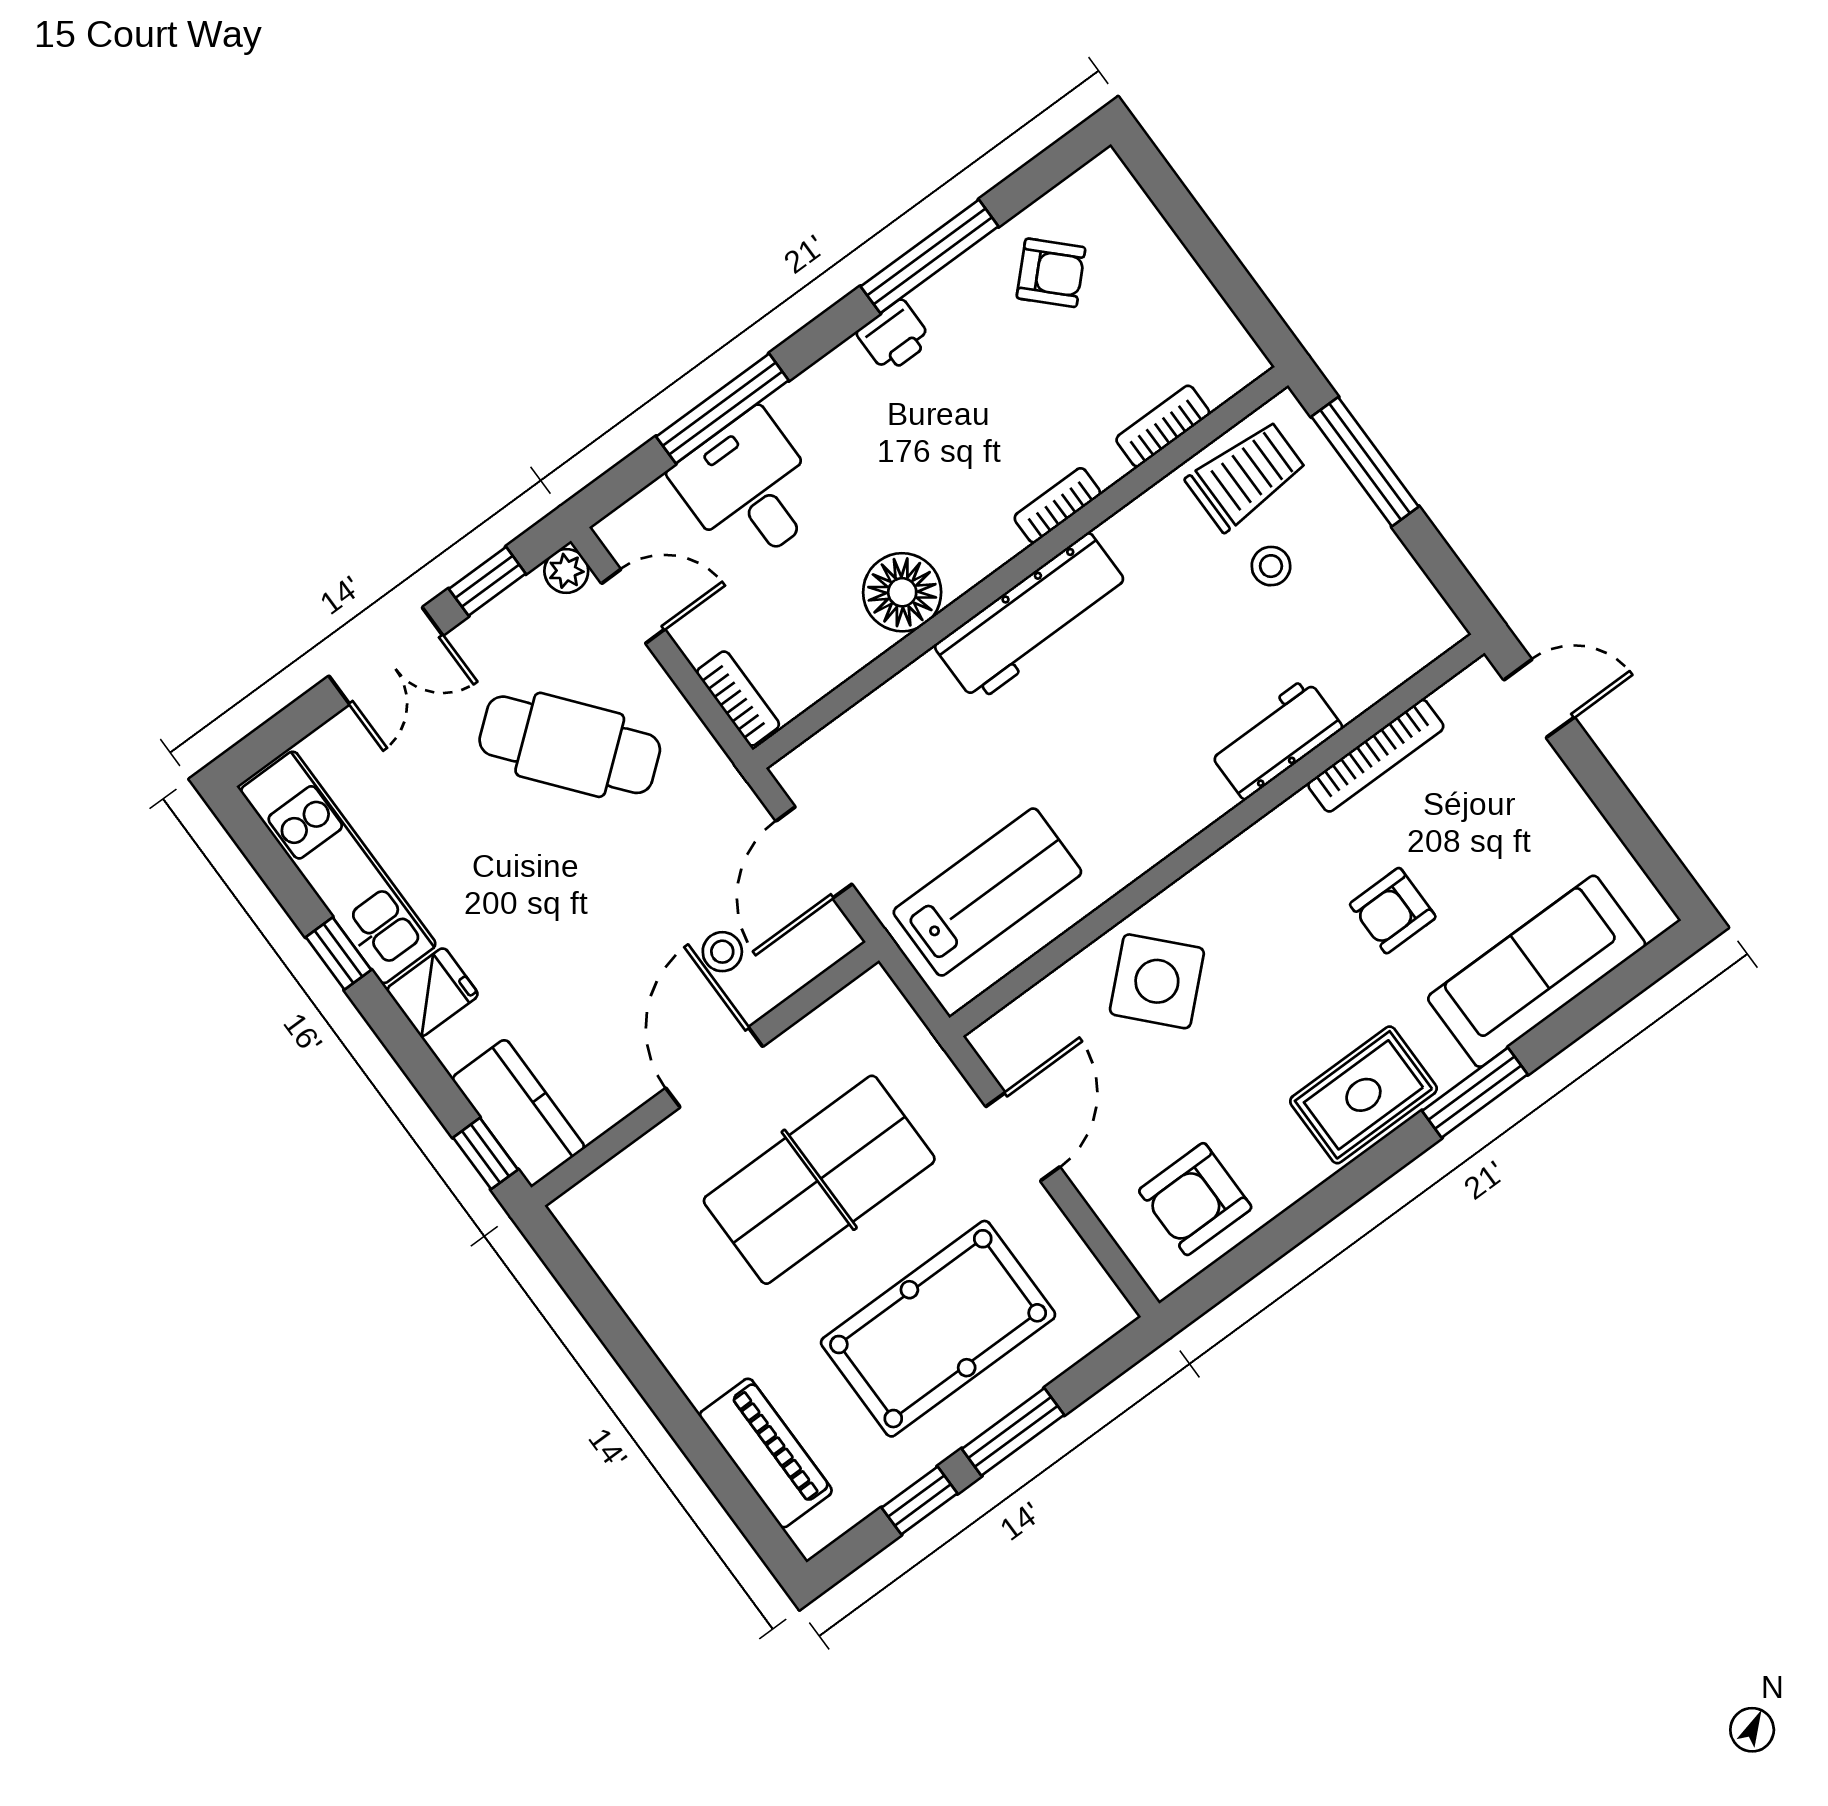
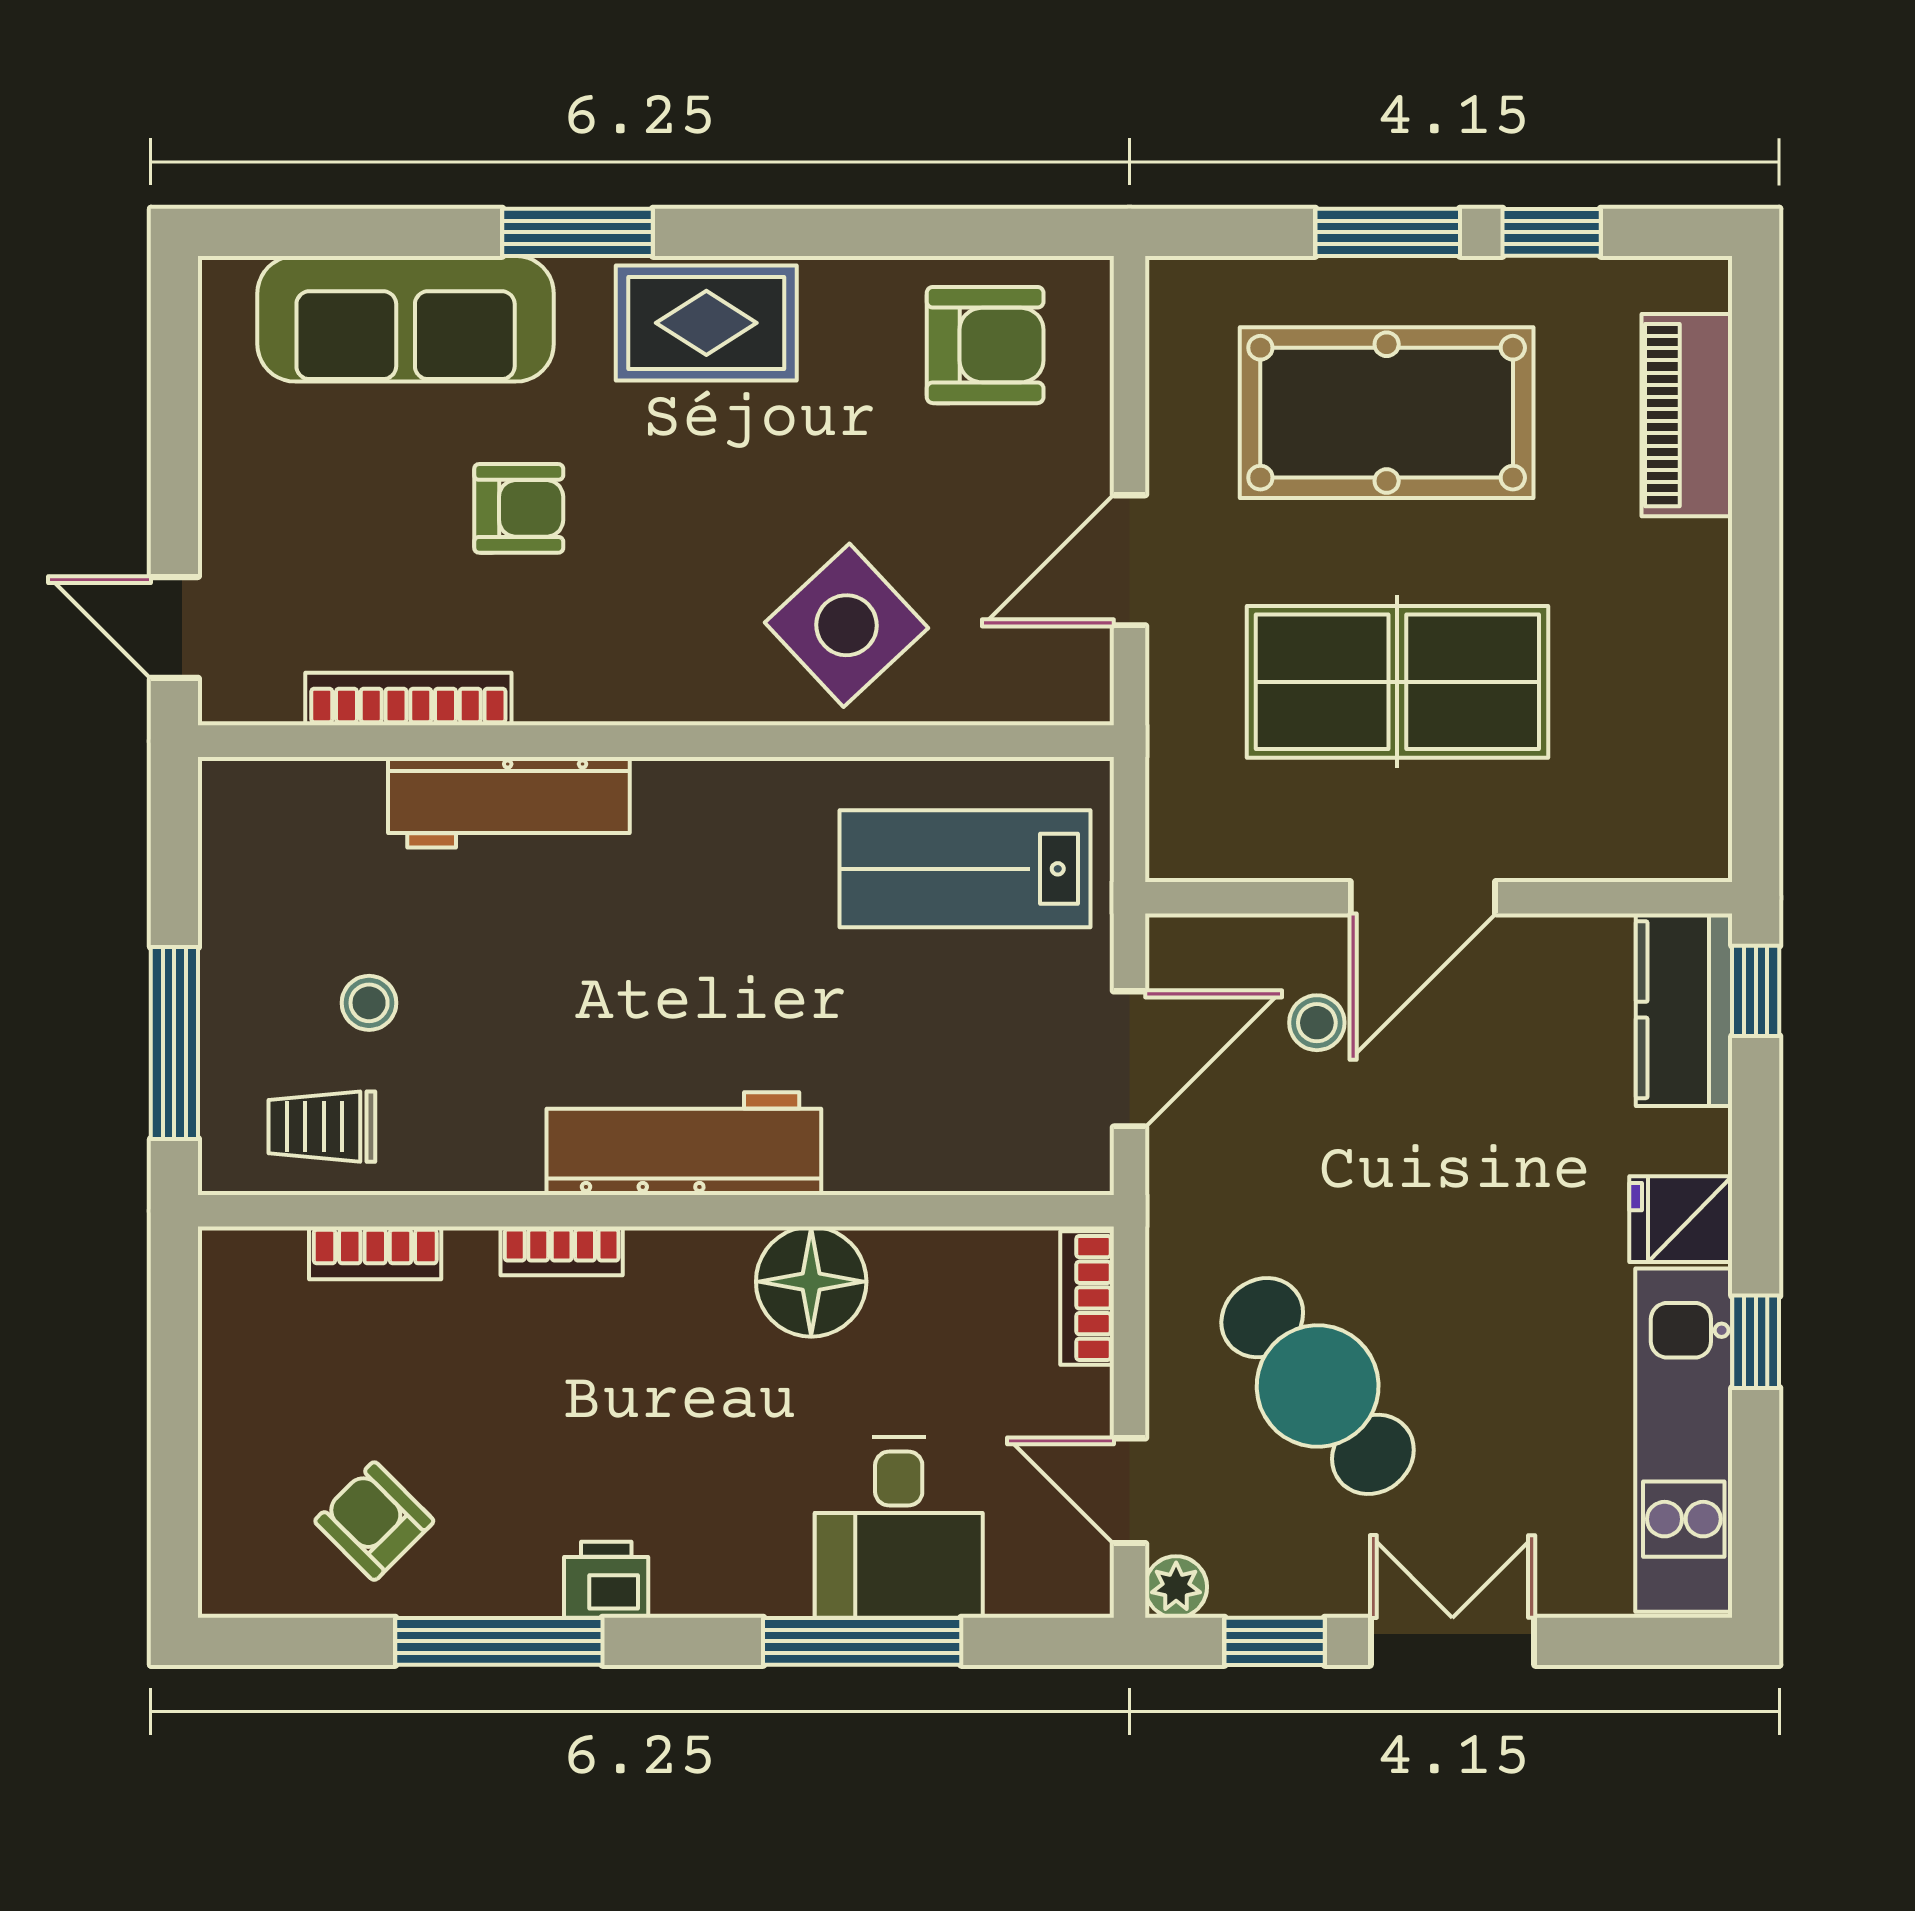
trolley: (1246, 476) -> (322, 1127), width x0.73, depth x0.72
workbench: (1275, 739) -> (509, 802), width x1.38

